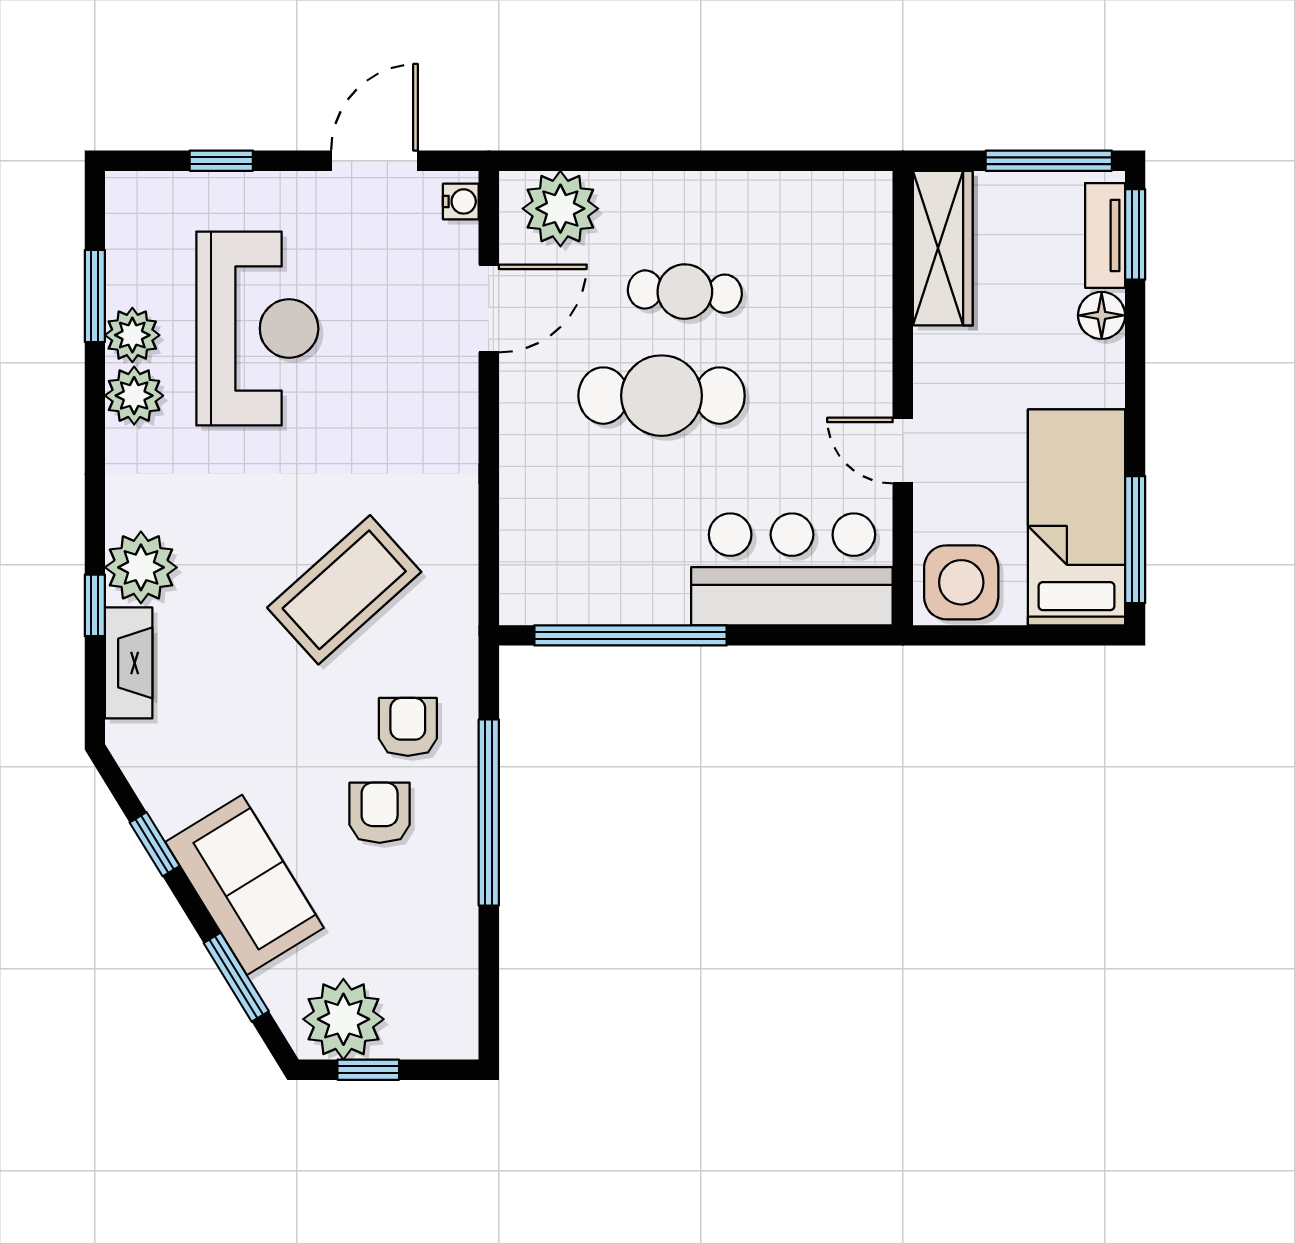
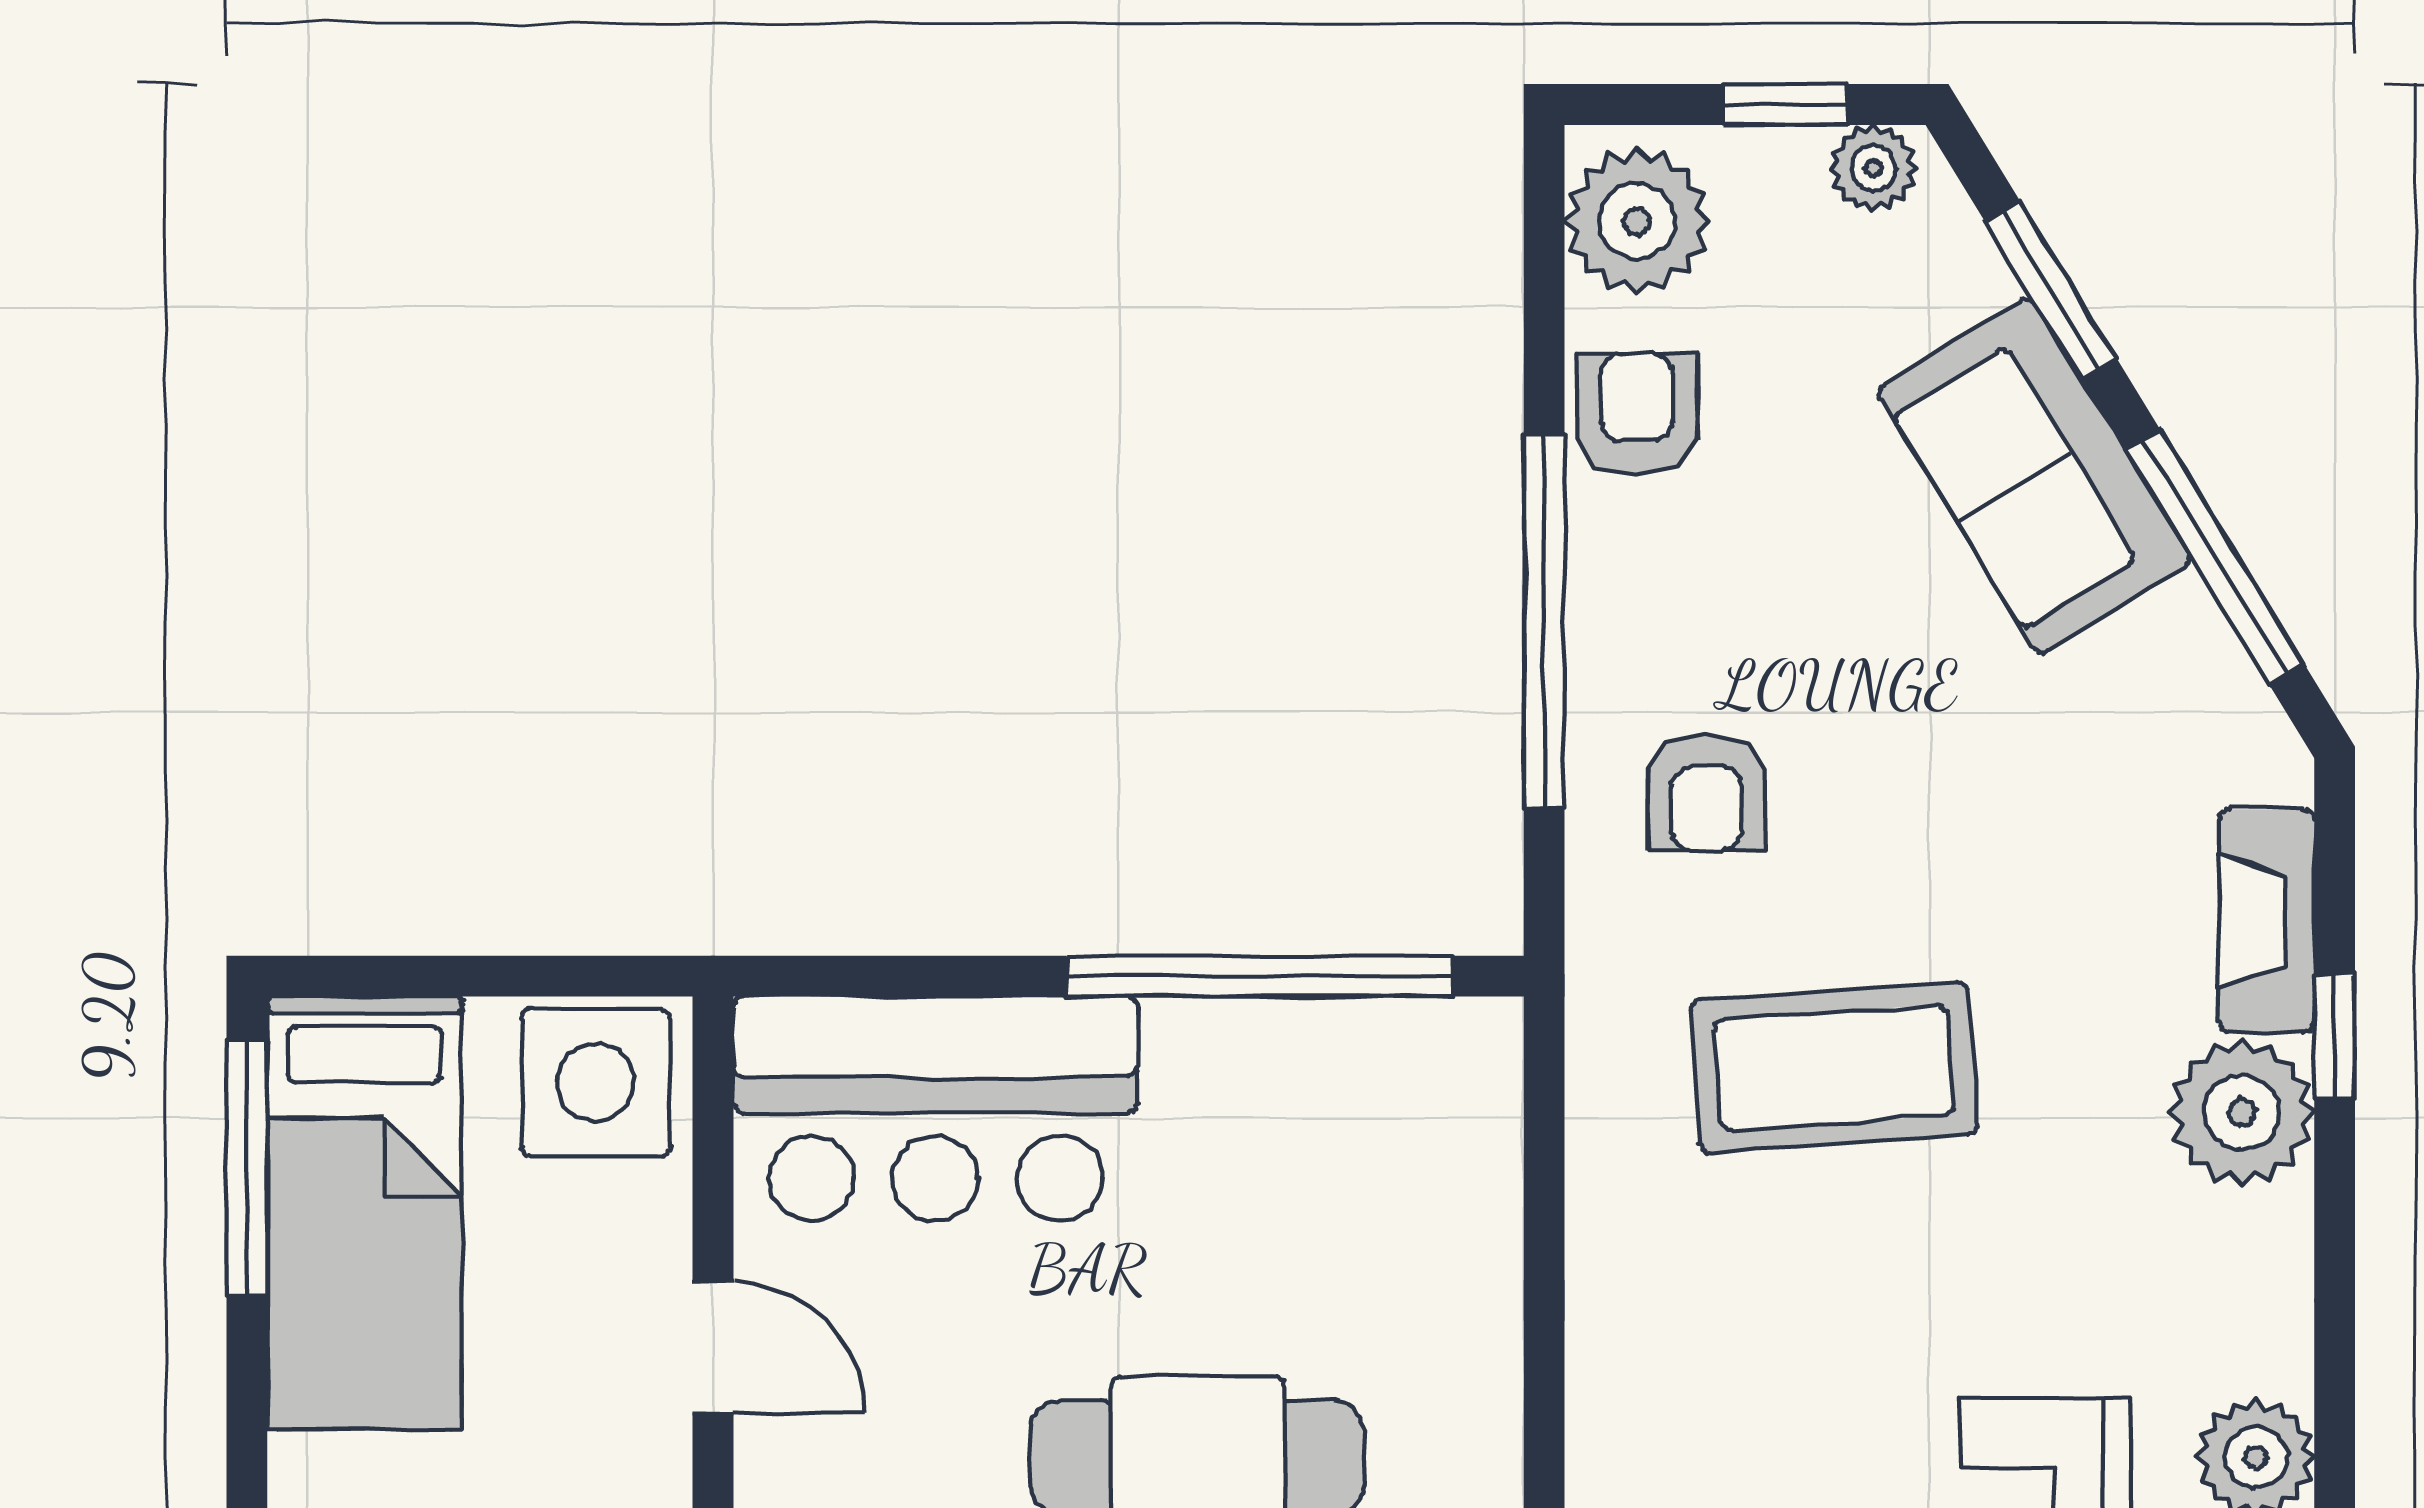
coffee table: (344, 590) -> (1834, 1068), turned 38
armchair: (380, 813) -> (1637, 414), moved, turned 180
window: (155, 844) -> (2215, 557), width x2.17
plant: (442, 1011) -> (1637, 221), added
plant: (343, 1019) -> (1873, 168), width x0.53, depth x0.53

